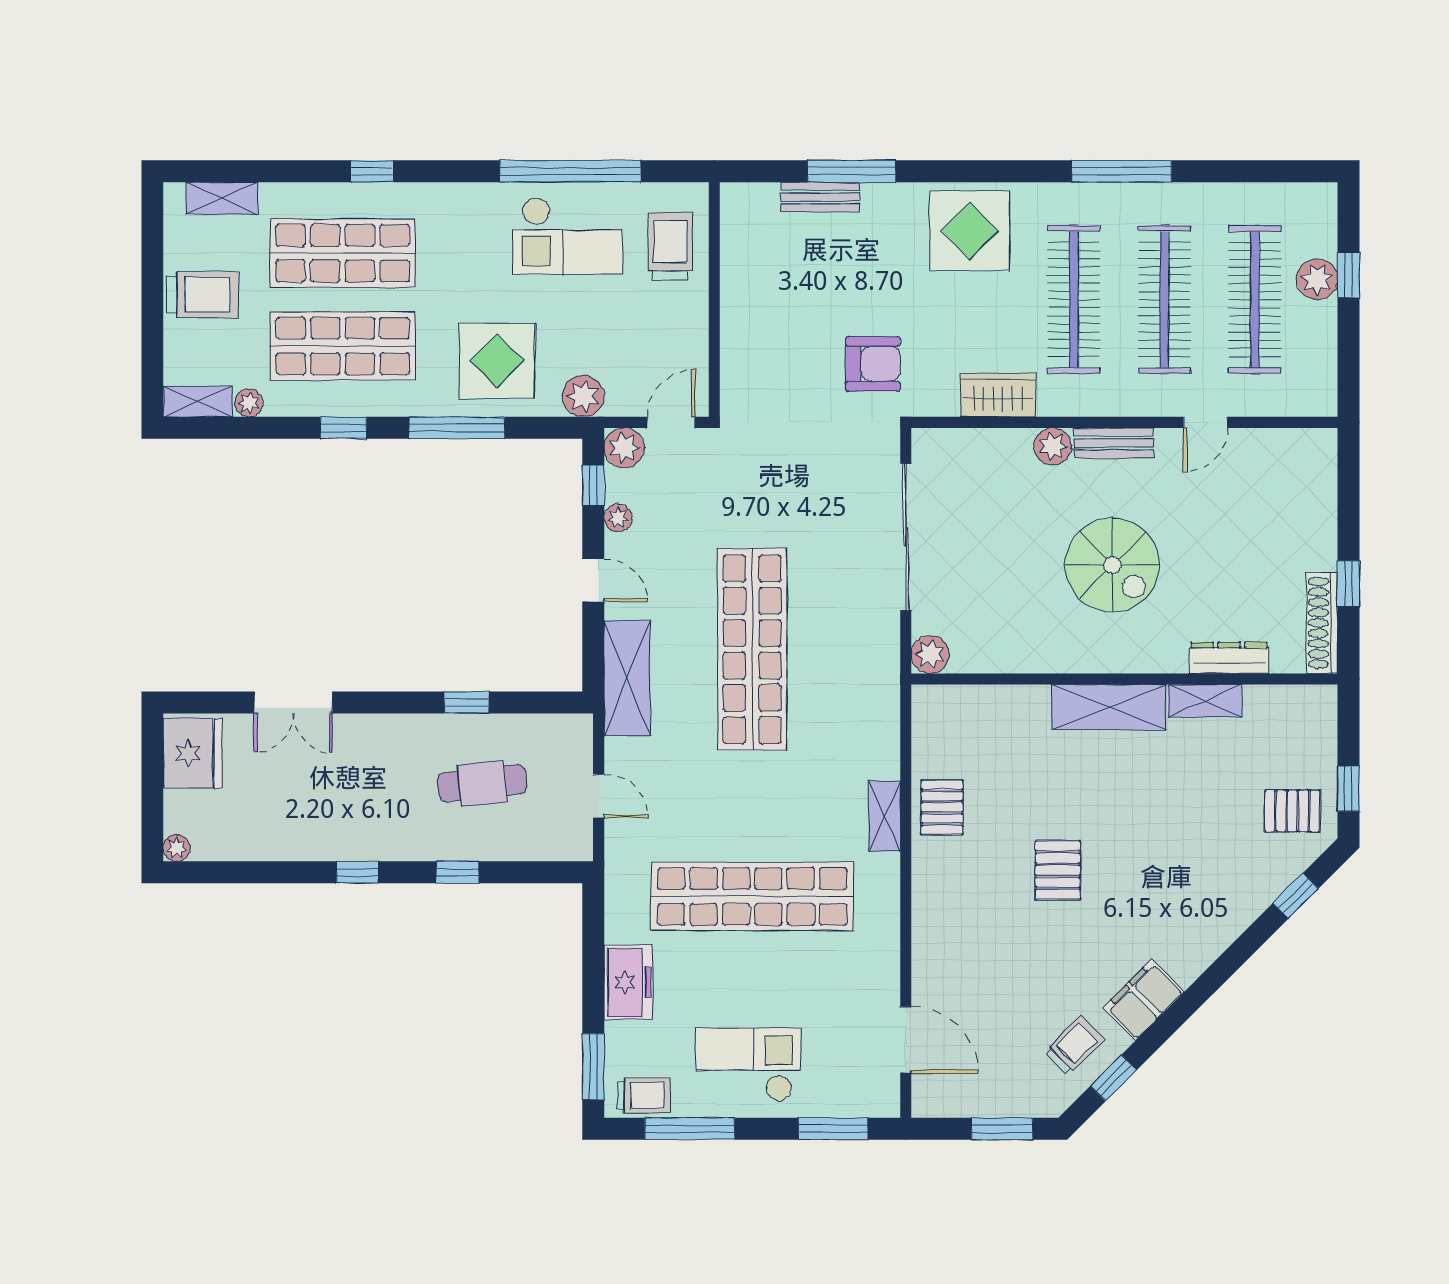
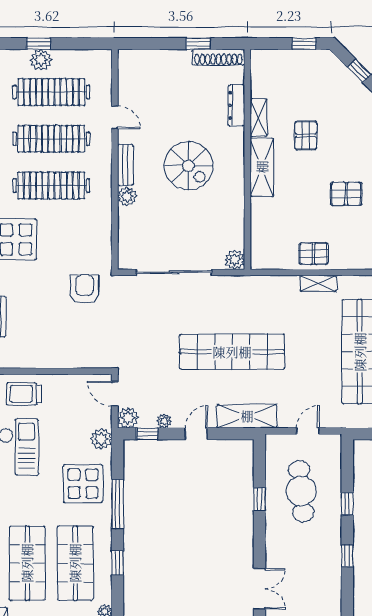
wardrobe: (998, 395) -> (101, 225), removed
spiral stairs: (1112, 565) -> (188, 166), turned 90
cafe table: (482, 783) -> (301, 491), width x1.37, depth x1.35
pallet: (1292, 811) -> (306, 135), moved

